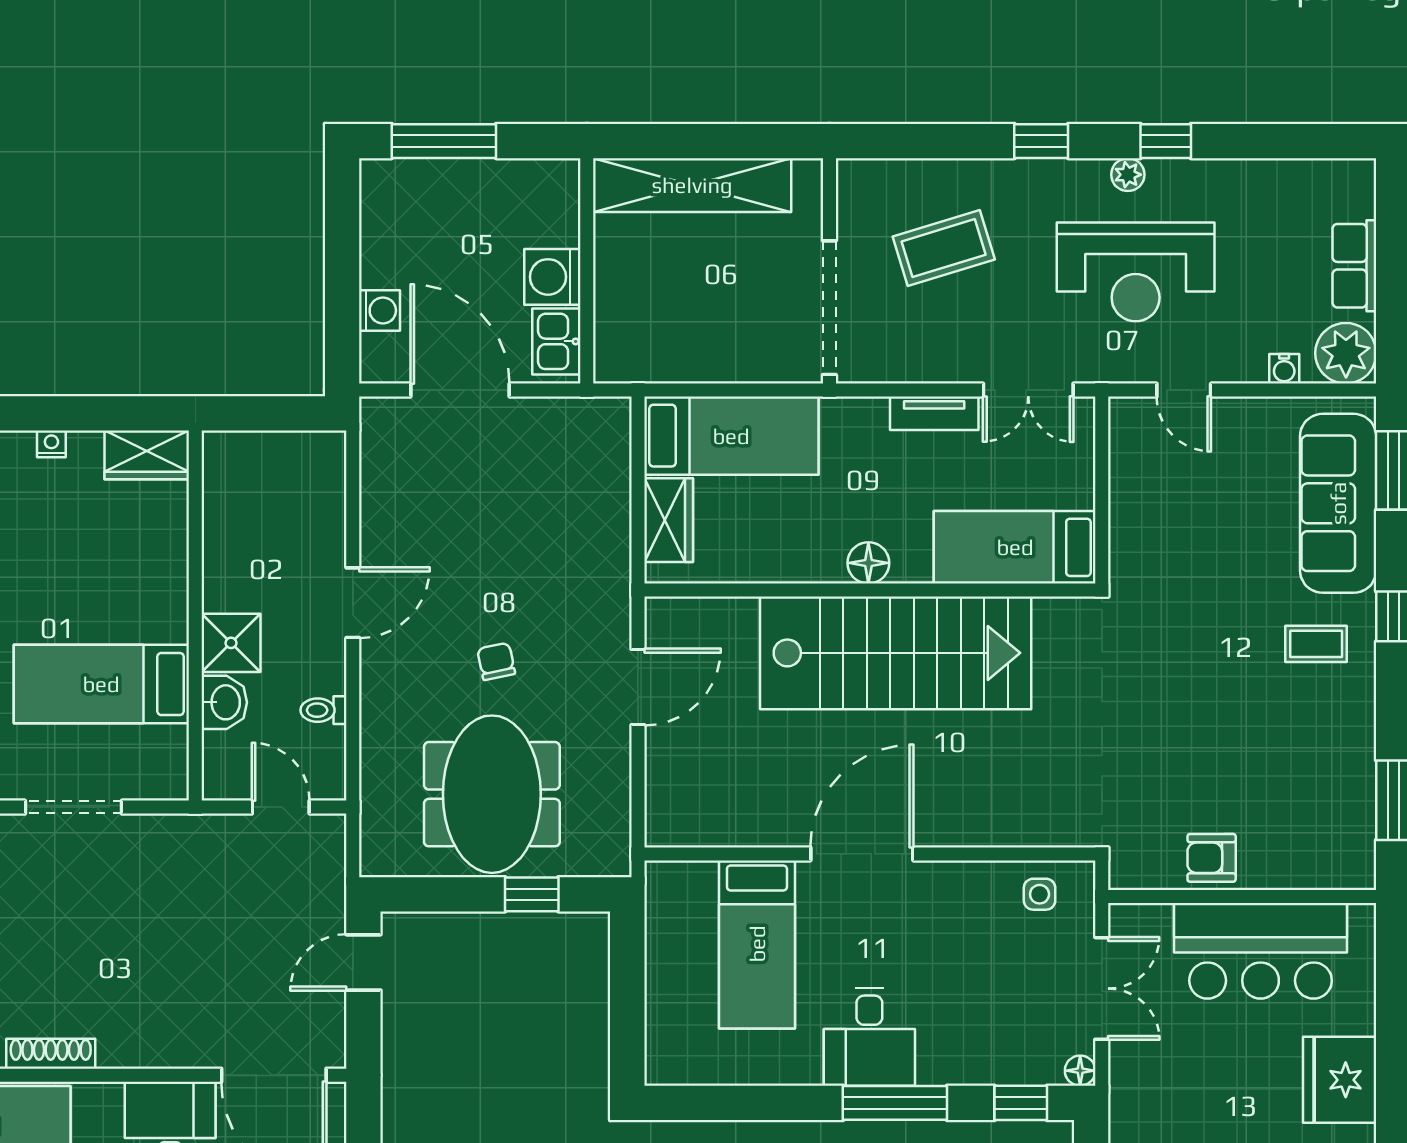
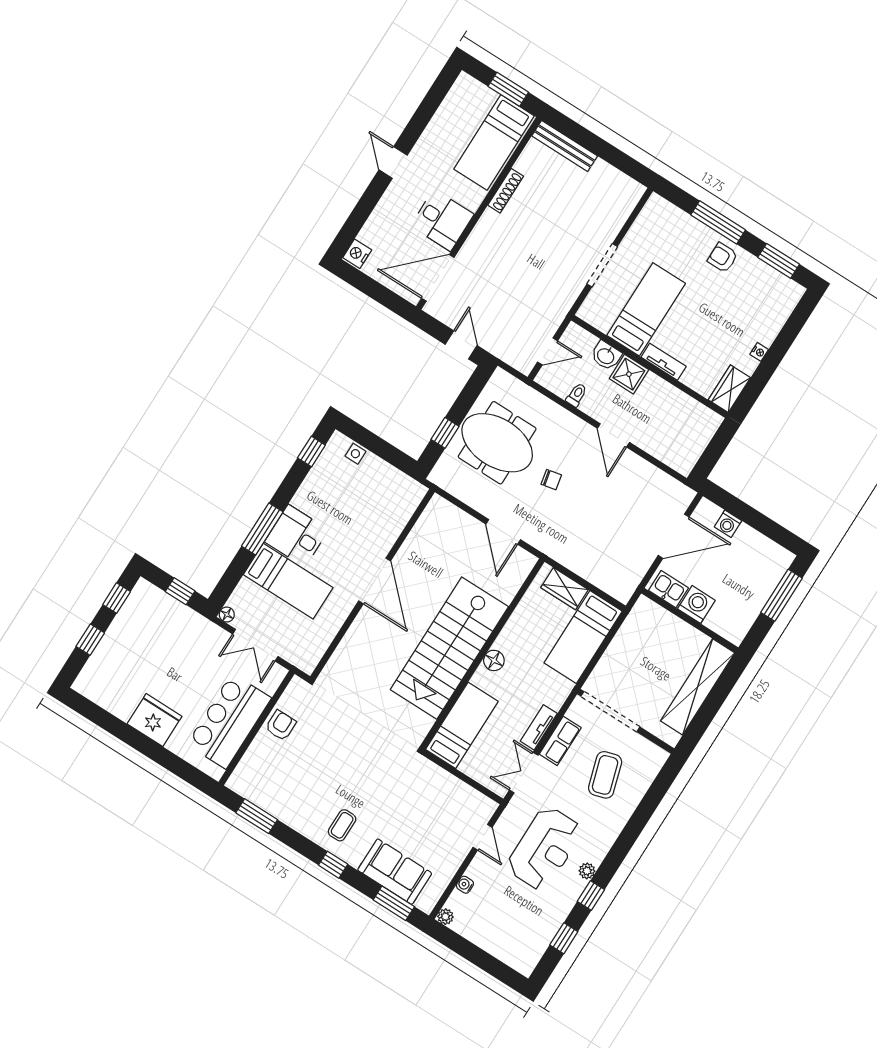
window: (1041, 141) -> (564, 938), moved
row of seats: (1354, 266) -> (560, 741), moved, turned 90
reception desk: (1136, 272) -> (544, 848), turned 180
plant: (1346, 353) -> (445, 917), width x0.53, depth x0.53
door: (1184, 390) -> (483, 837), swing flipped
sofa: (1338, 503) -> (395, 872), width x0.73
tv unit: (172, 597) -> (664, 362), added
side table: (1040, 894) -> (355, 454), moved
bed: (757, 944) -> (288, 581), moved, turned 180
window: (1021, 1103) -> (311, 451), moved

